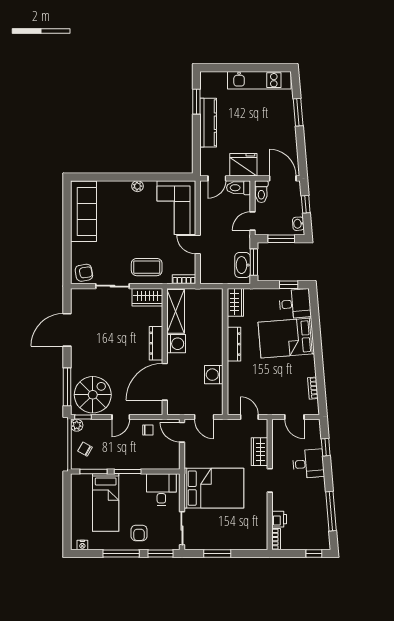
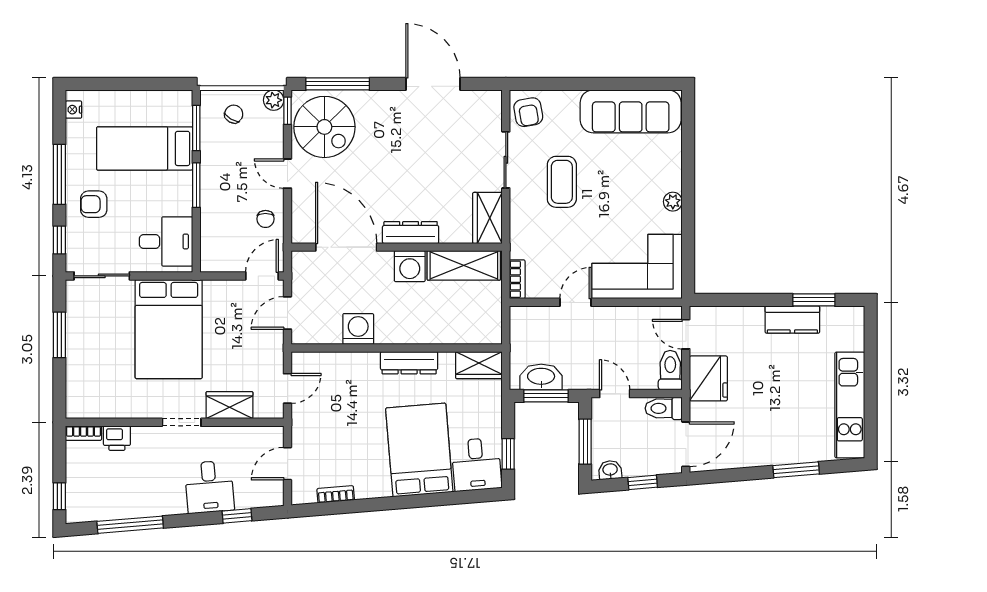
kitchen counter: (208, 123) -> (792, 320), width x0.67
coffee table: (147, 267) -> (562, 182), moved
window: (160, 554) -> (59, 240), width x0.67

